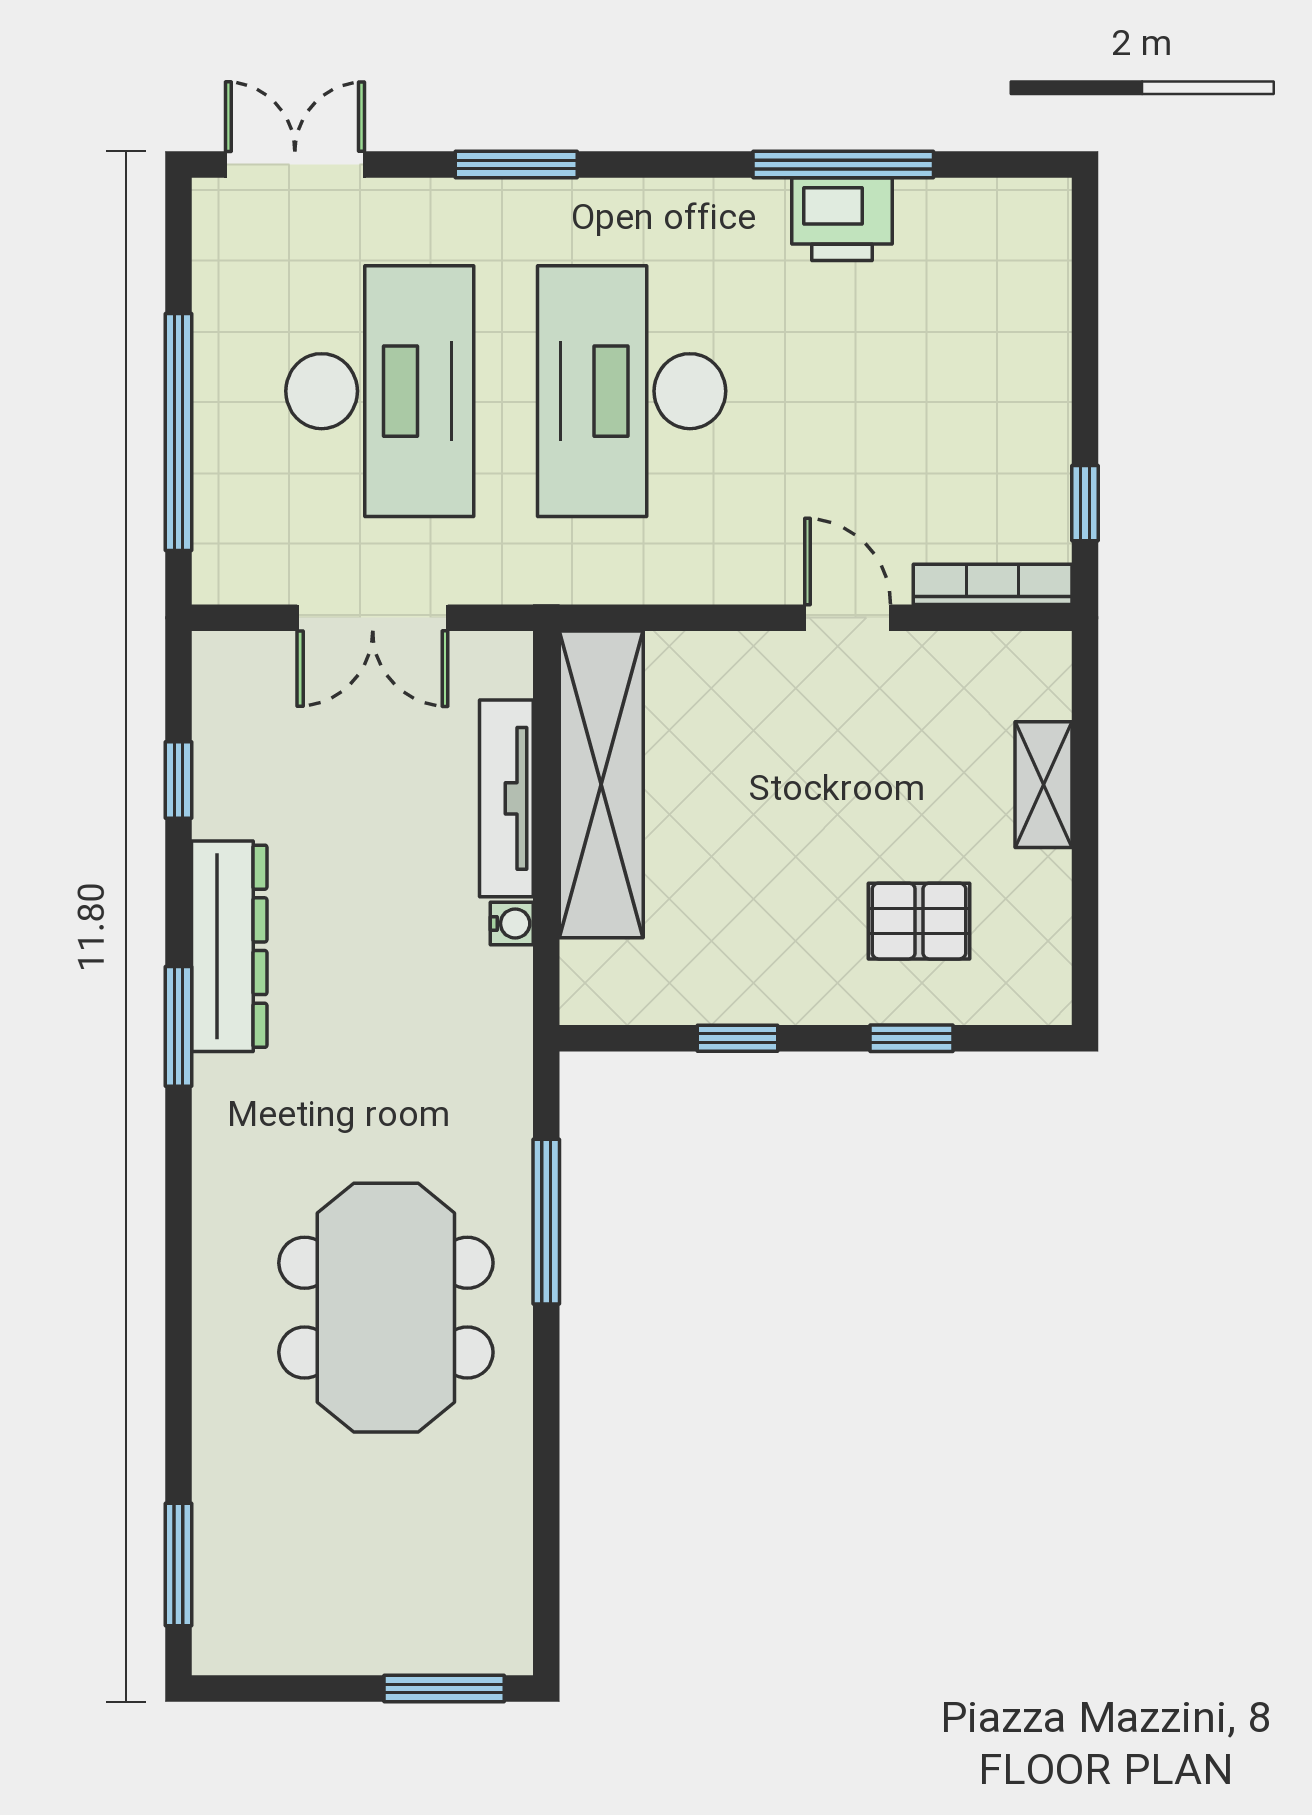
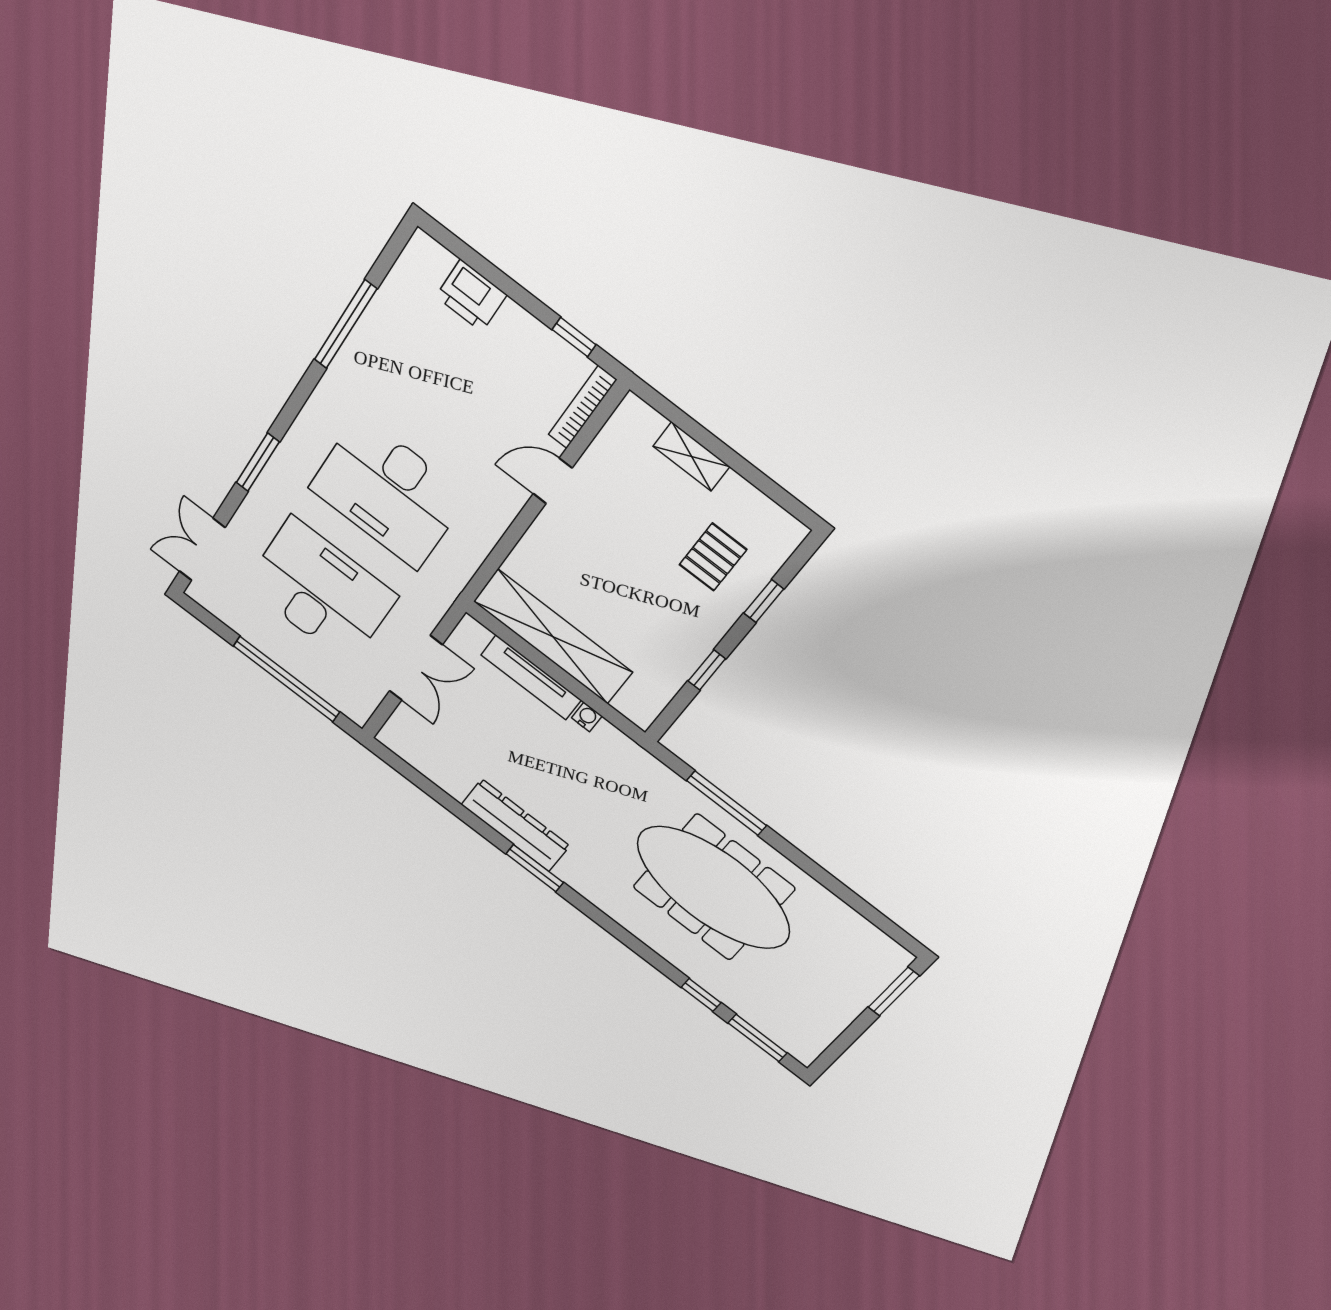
printer: (842, 219) -> (471, 296), moved, turned 90
window: (178, 780) -> (701, 995), moved
meeting table: (386, 1308) -> (713, 888), width x1.36

